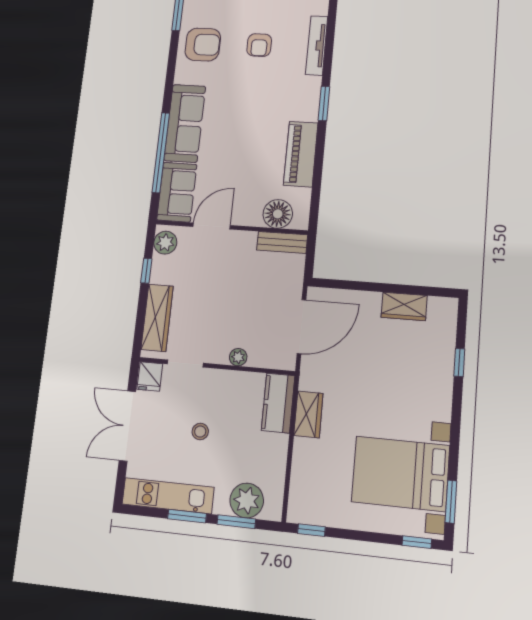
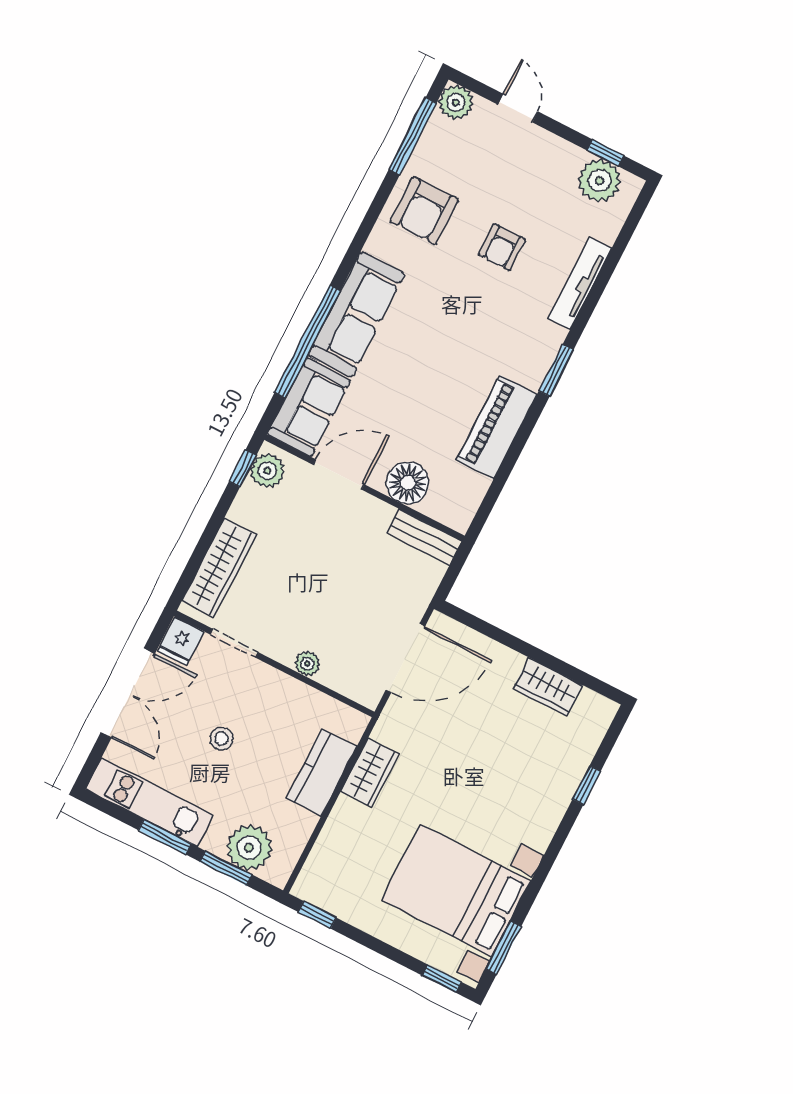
armchair: (203, 45) -> (424, 210), turned 90
floor lamp: (278, 214) -> (408, 483), moved
window: (146, 271) -> (243, 468), moved
kitchen counter: (278, 403) -> (322, 772), moved
double door: (127, 426) -> (128, 693), swing flipped

